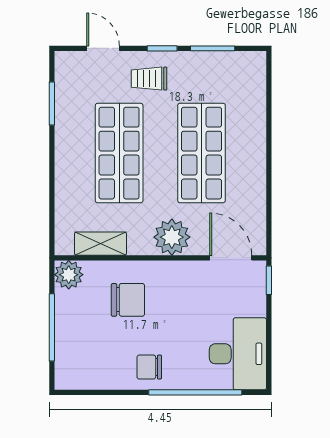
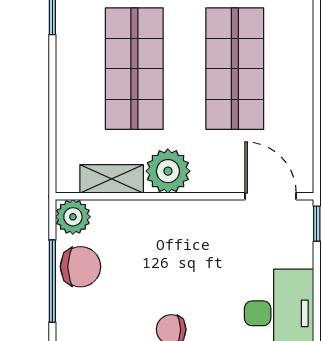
plant: (172, 237) -> (168, 171), moved
chair: (128, 300) -> (81, 267), moved

